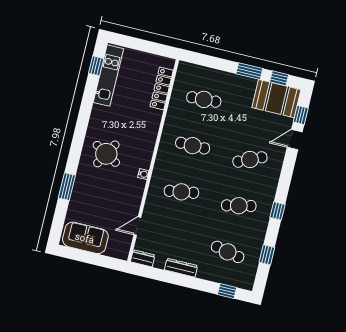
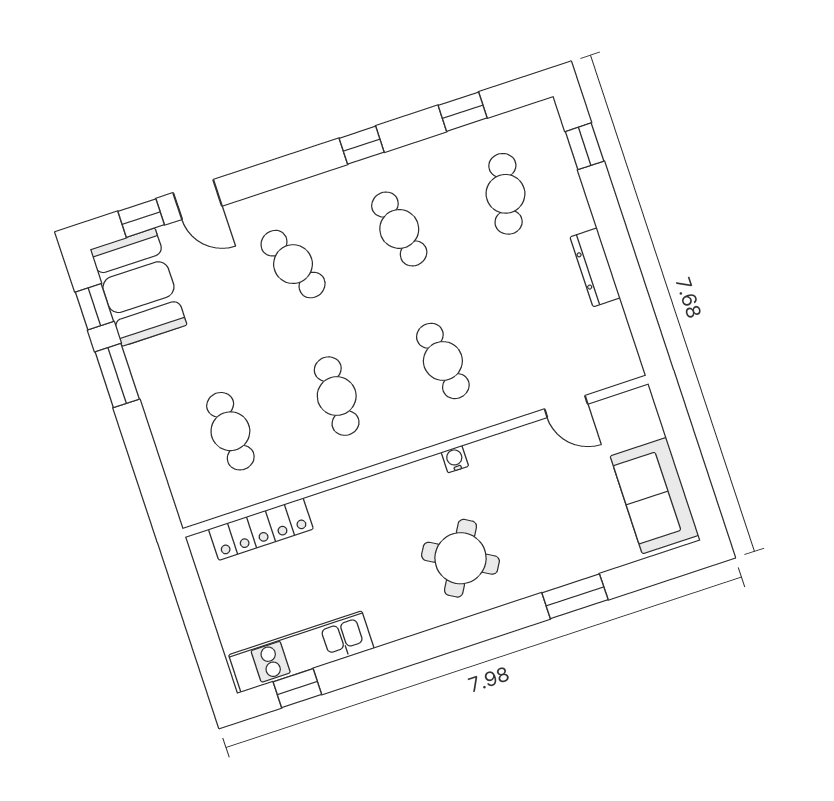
dresser: (143, 258) -> (624, 355), removed

